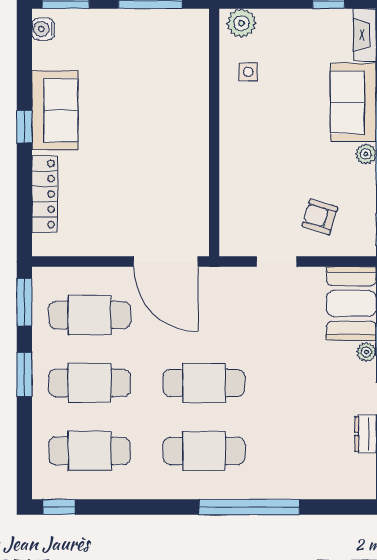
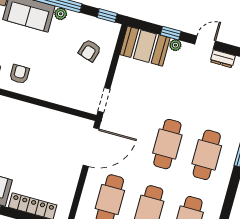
armchair: (251, 114) -> (19, 74), added
doorway: (276, 262) -> (104, 100), moved

